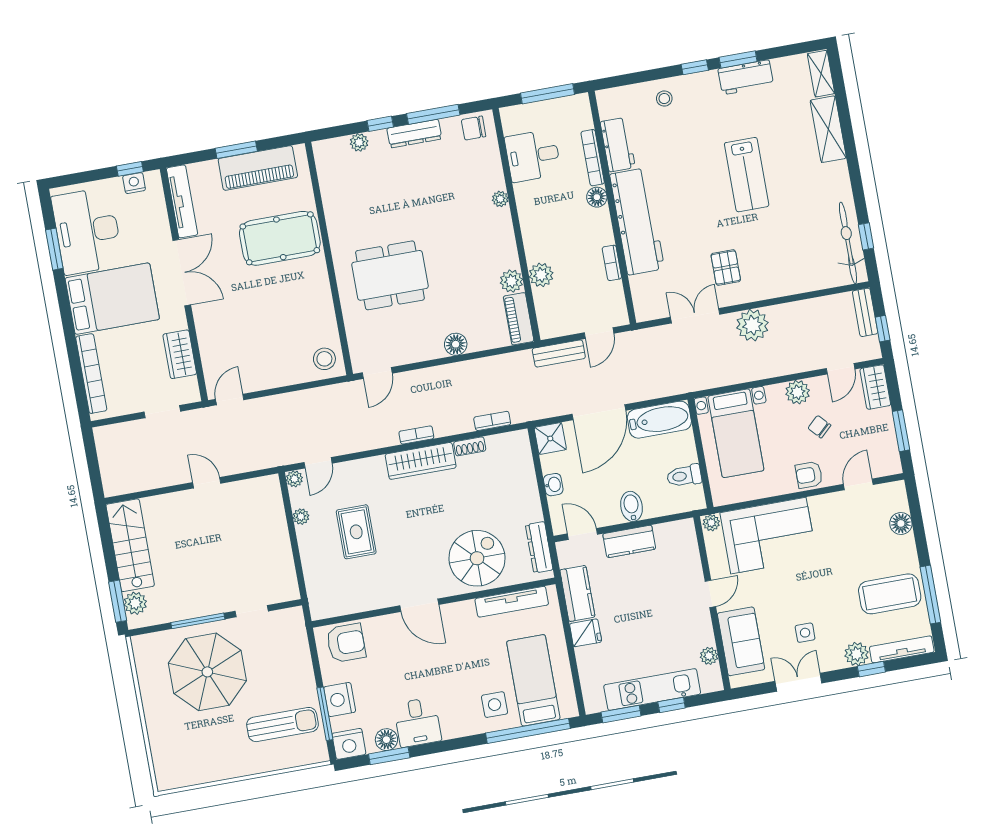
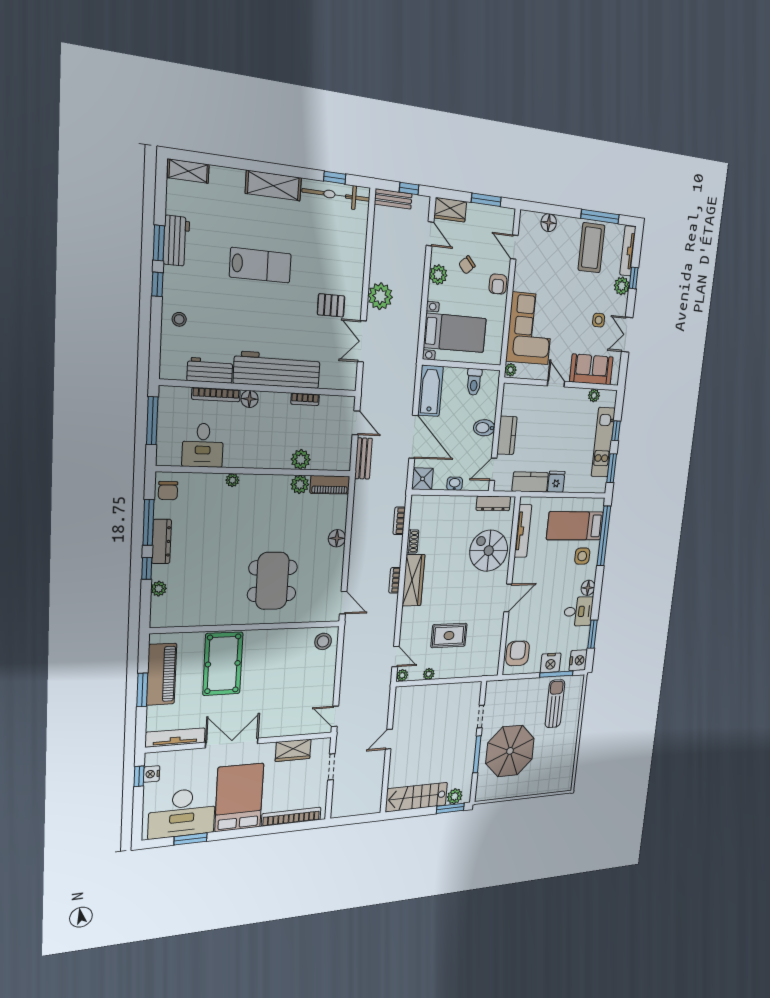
shelving: (828, 129) -> (273, 186), moved
floor lamp: (386, 740) -> (588, 588), moved

